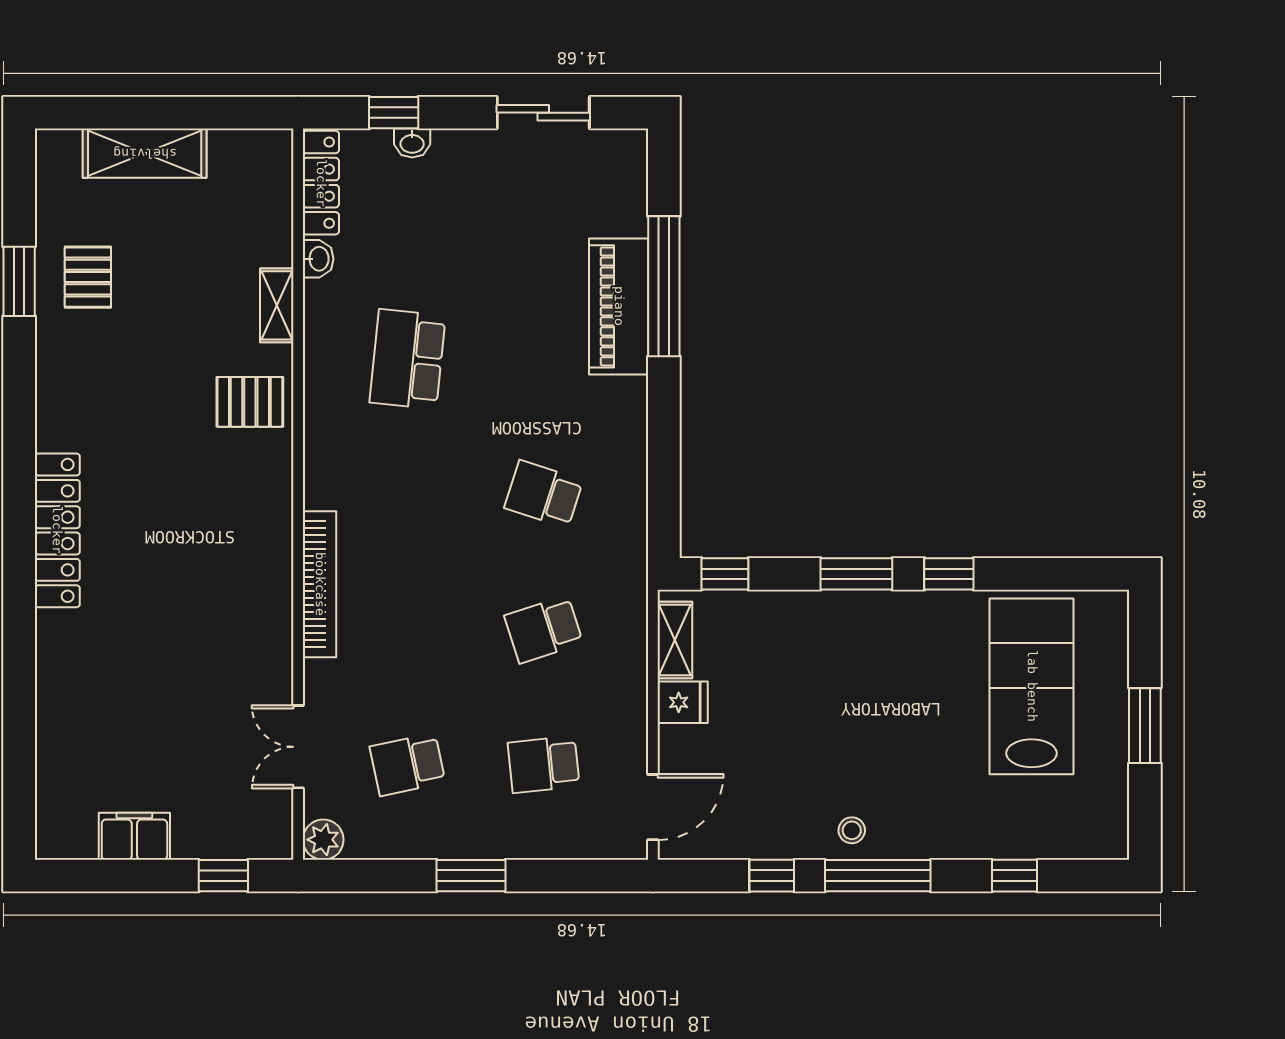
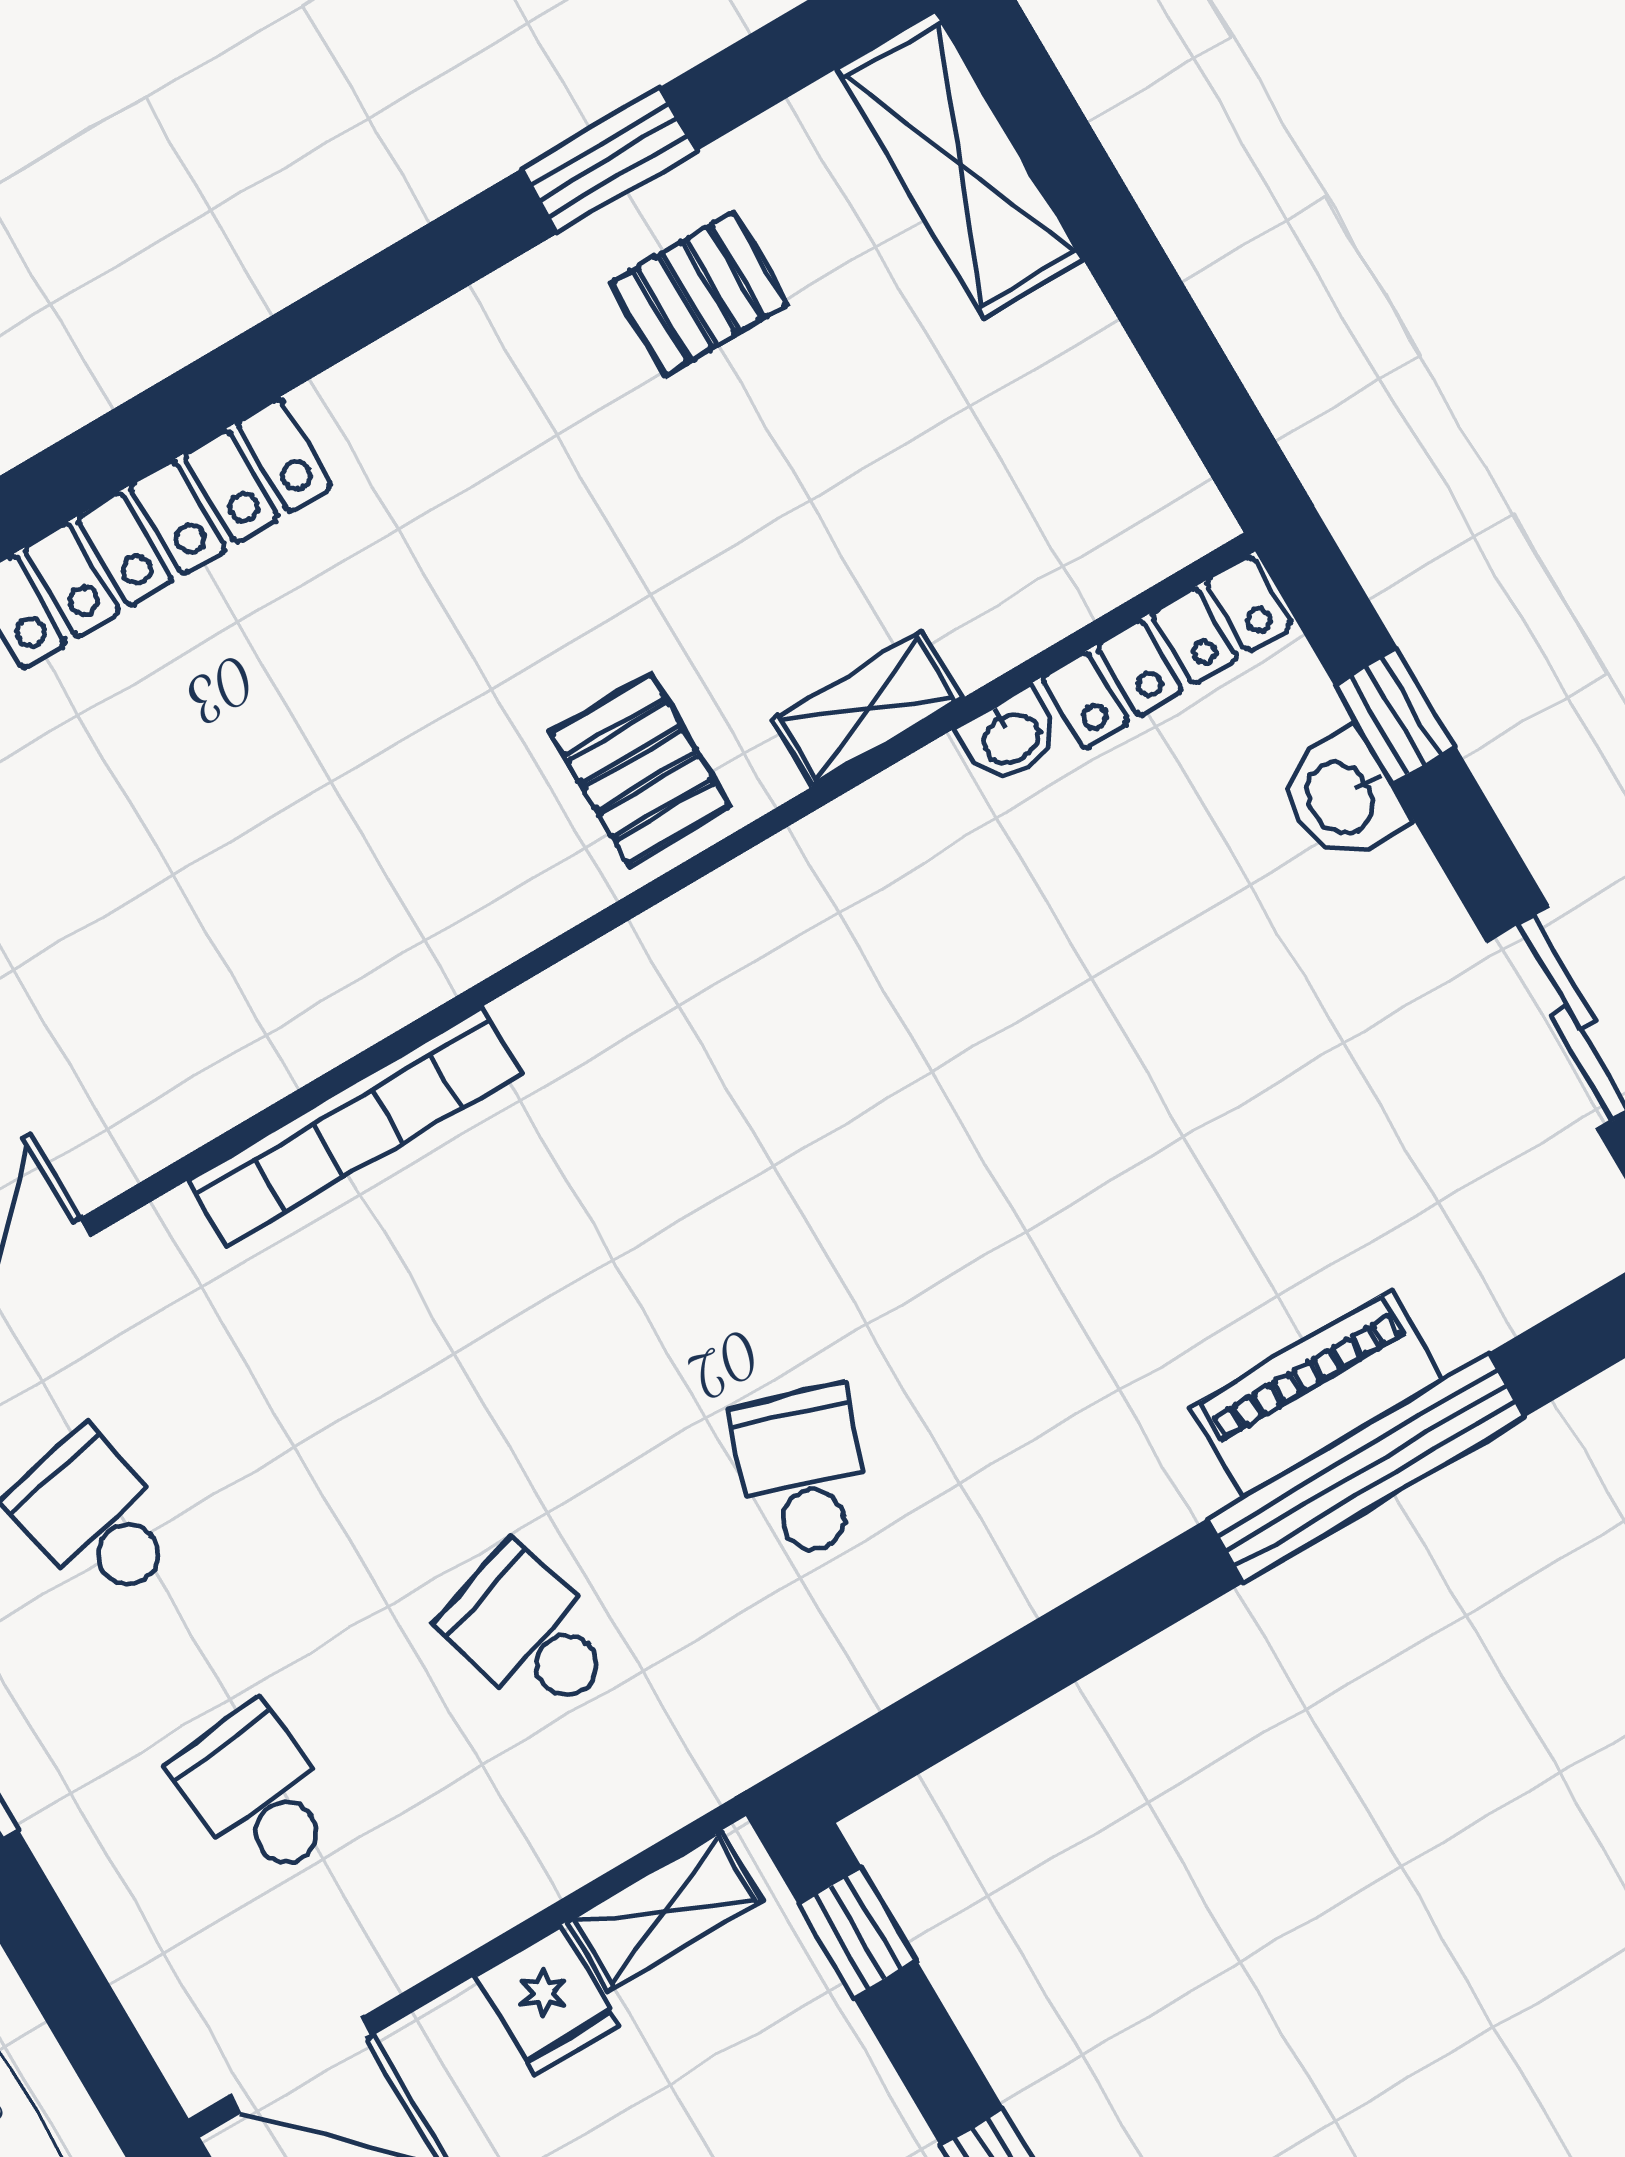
washbasin: (412, 143) -> (1342, 797), width x1.38, depth x1.45
shelving: (145, 153) -> (960, 164), moved
piano: (619, 306) -> (1317, 1393), width x0.73, depth x0.75
school desk: (408, 359) -> (914, 1037), removed

